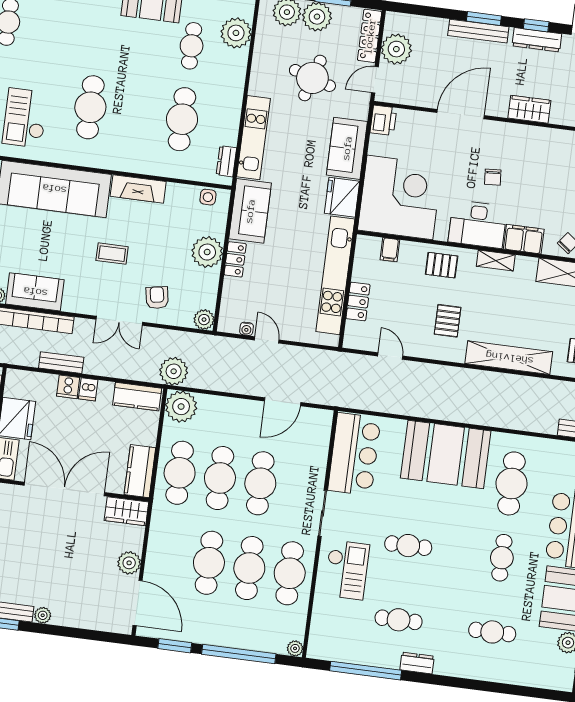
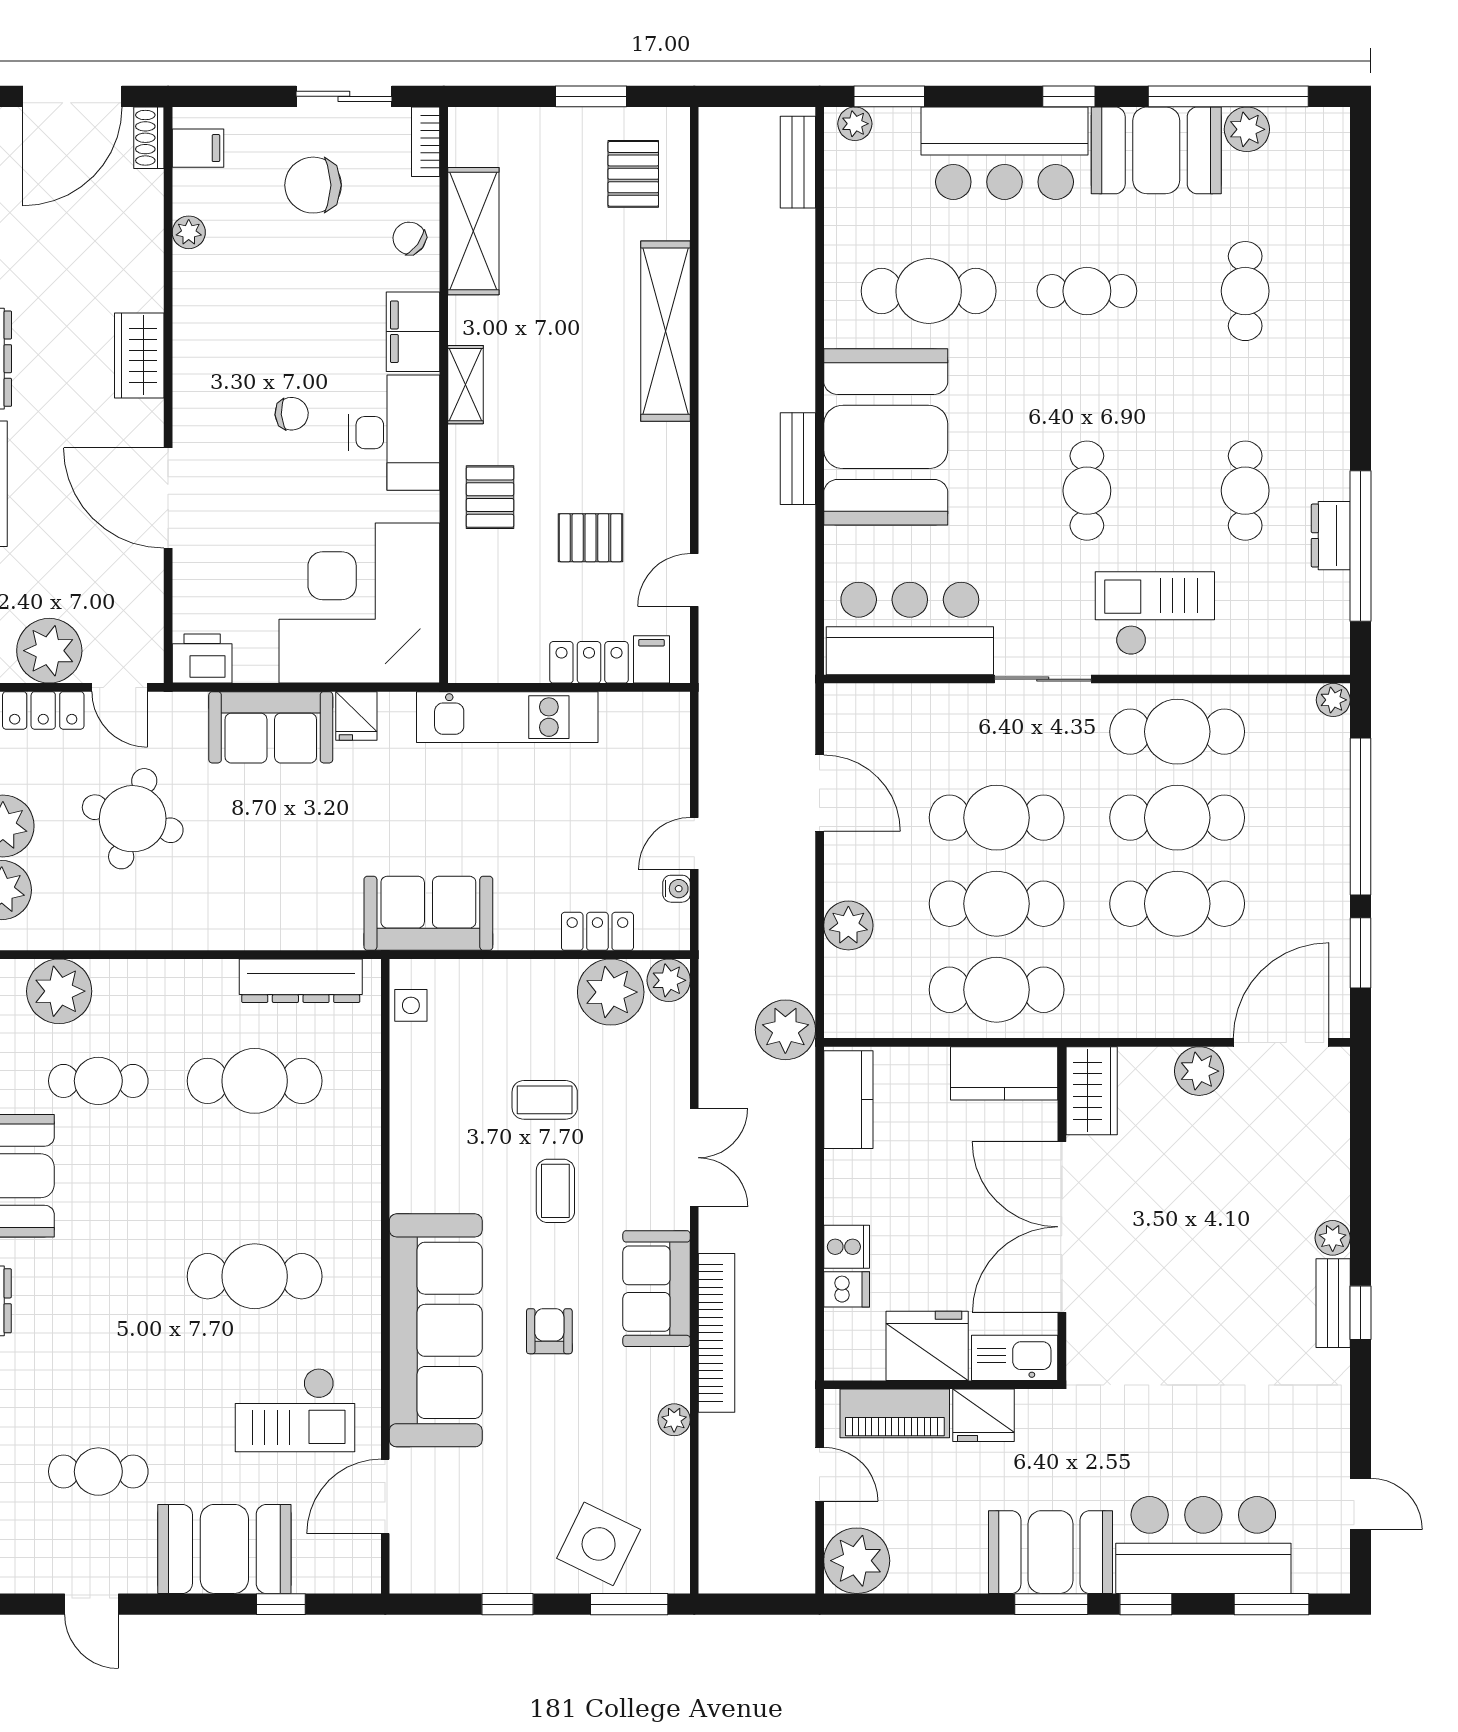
kitchen unit: (254, 138) -> (274, 926), removed
dresser: (226, 161) -> (301, 981), width x1.96, depth x1.24
fireplace: (138, 189) -> (413, 1154), removed
fridge: (342, 197) -> (356, 716), width x0.53, depth x0.75
filing cabinet: (390, 250) -> (651, 659), moved, turned -90
plant: (207, 252) -> (611, 992), moved
coffee table: (155, 254) -> (545, 1100), added
locker: (235, 259) -> (597, 931), moved
kitchen unit: (335, 275) -> (507, 717), width x0.73
sofa: (35, 292) -> (657, 1289), moved
armchair: (157, 298) -> (549, 1331), moved, turned 100
pallet: (448, 321) -> (590, 538), moved
bench: (61, 363) -> (798, 459), moved
dishwasher: (88, 389) -> (847, 1289), moved
plant: (181, 407) -> (848, 925), moved, width x0.73, depth x0.73
dresser: (417, 663) -> (1331, 536), moved

